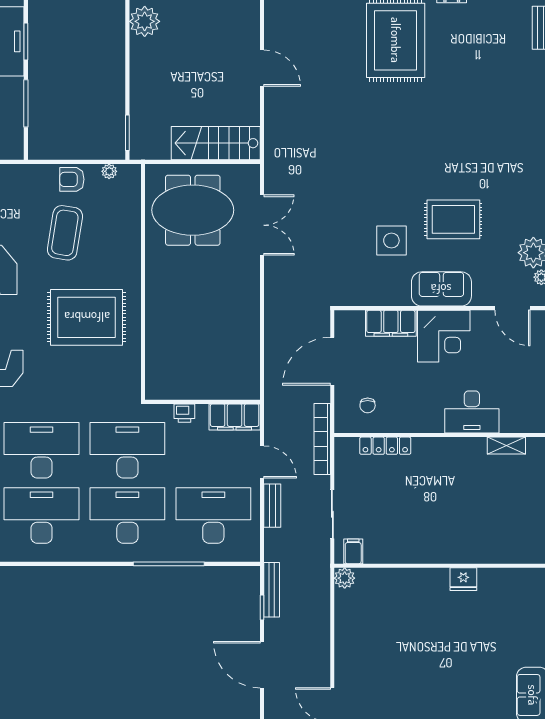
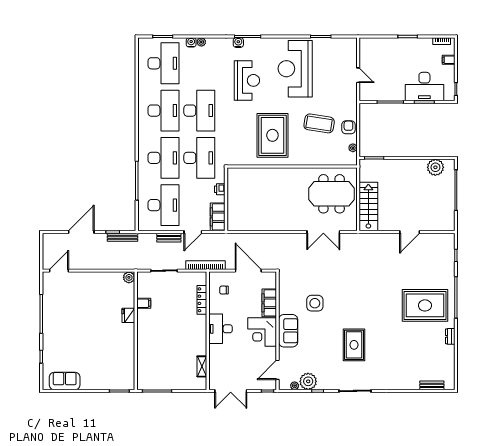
meeting table: (193, 210) -> (332, 194), turned 90
rug: (453, 219) -> (354, 345), moved
desk: (472, 412) -> (220, 329), moved
filing cabinet: (353, 551) -> (144, 303), moved
fridge: (463, 579) -> (128, 315), moved

